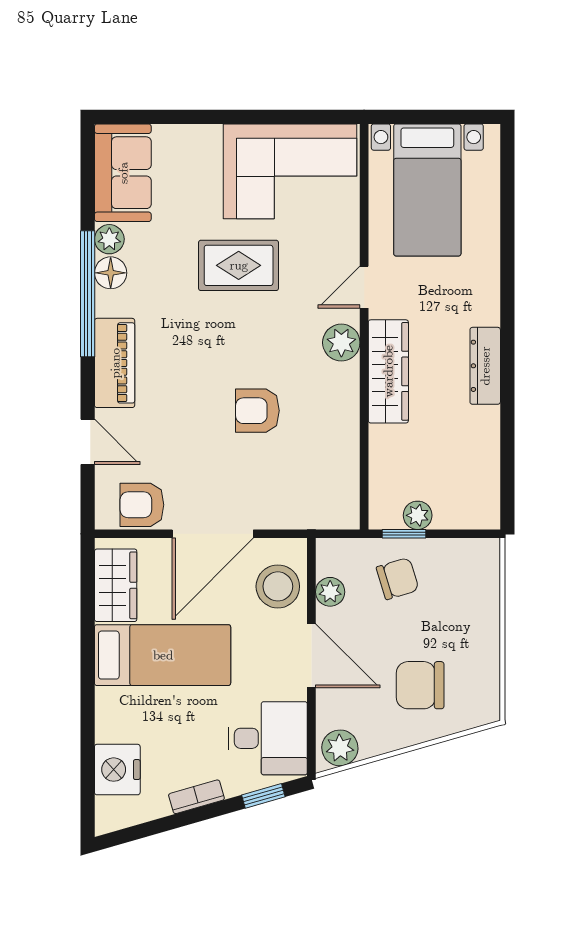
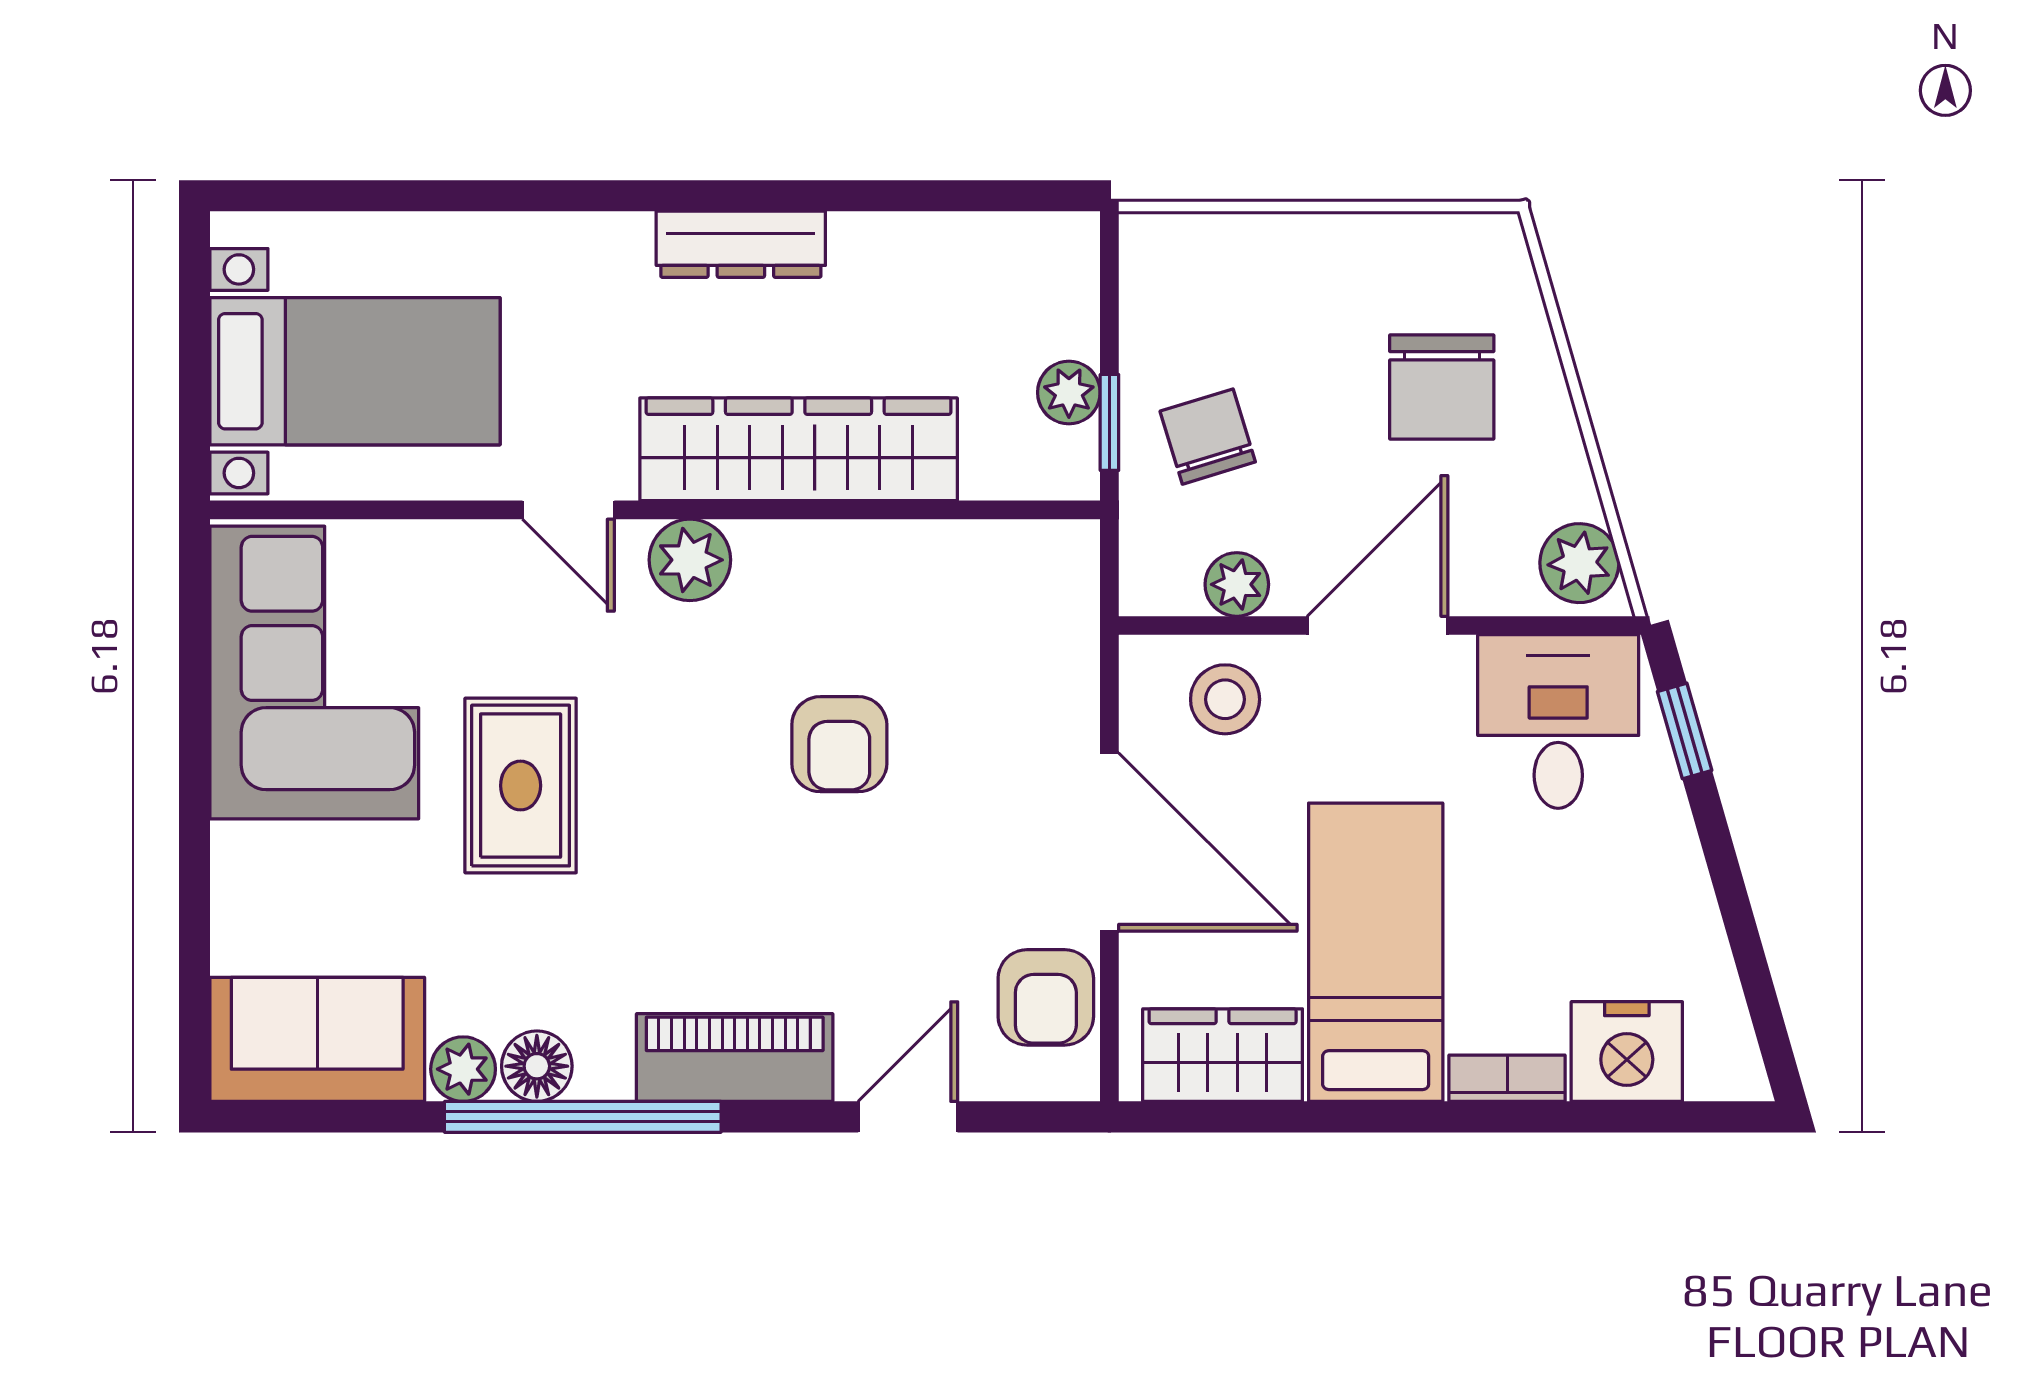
wardrobe: (388, 371) -> (799, 449), width x1.40, depth x1.17
stool: (278, 586) -> (1225, 699), width x0.73, depth x0.73
bookcase: (196, 797) -> (1507, 1078), moved, turned 106

